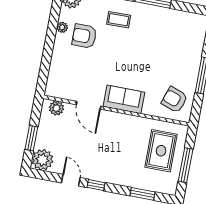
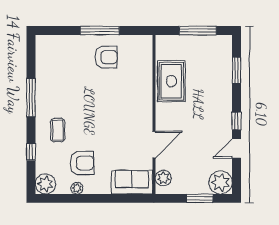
armchair: (84, 36) -> (82, 163), turned -90
sofa: (124, 99) -> (132, 182), moved, turned 90
armchair: (174, 100) -> (106, 57), moved, turned -109
rug: (161, 151) -> (171, 81), moved, turned 90

